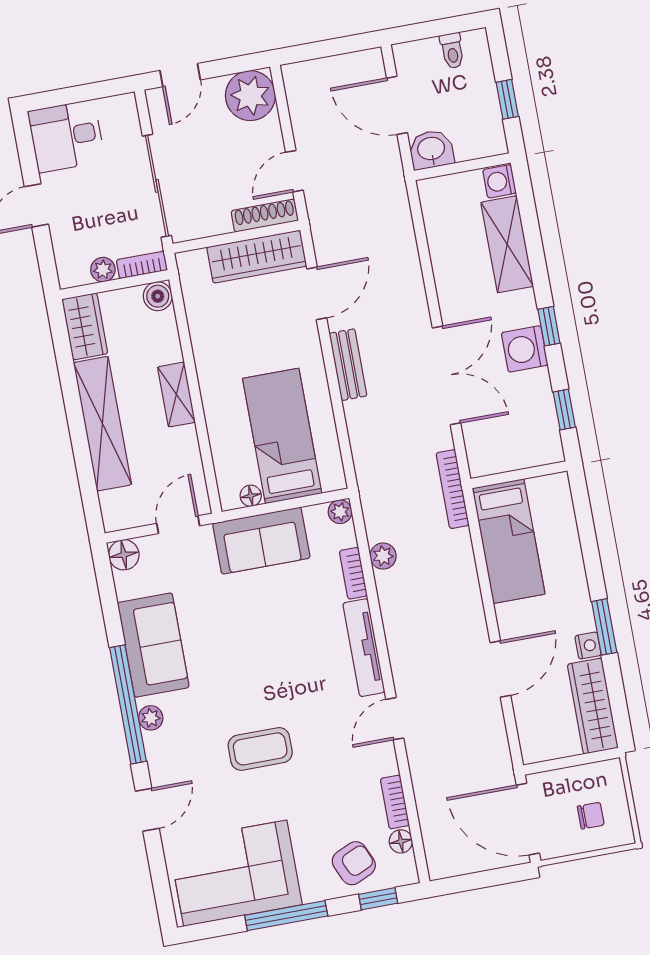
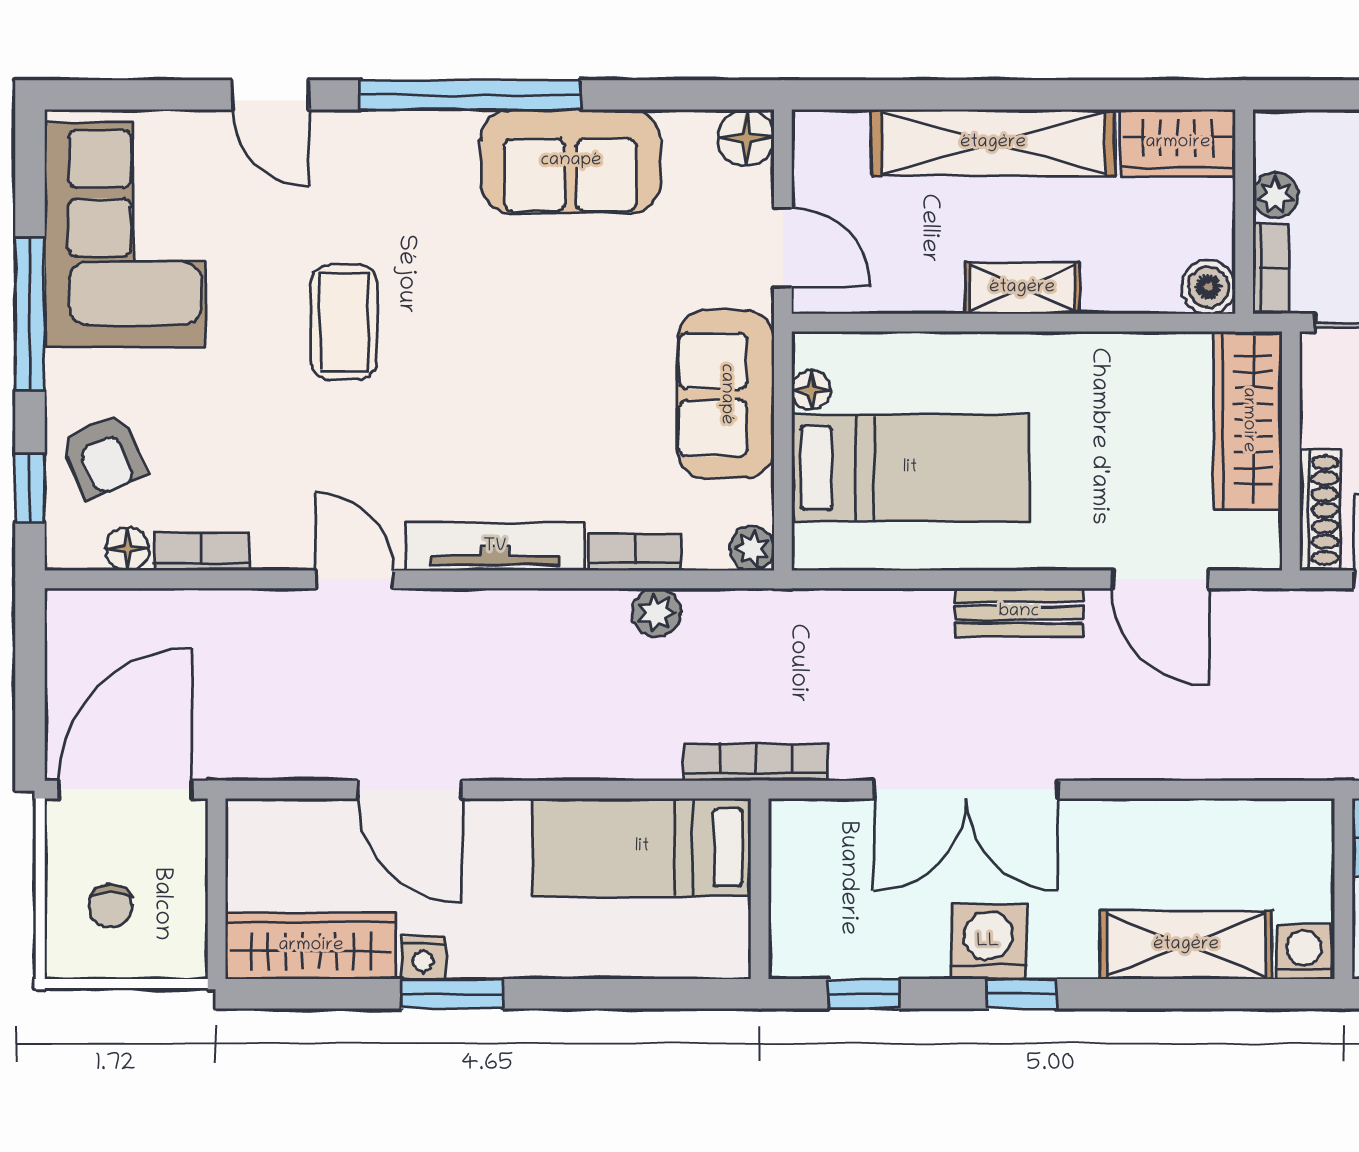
wardrobe: (257, 257) -> (1248, 420), moved
plant: (151, 718) -> (438, 132), removed

